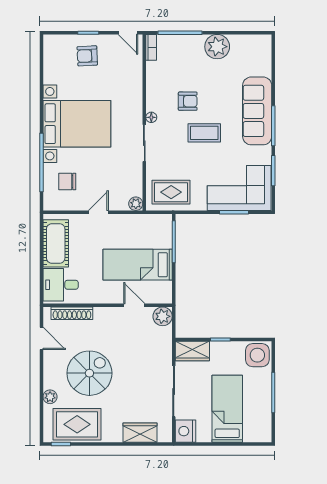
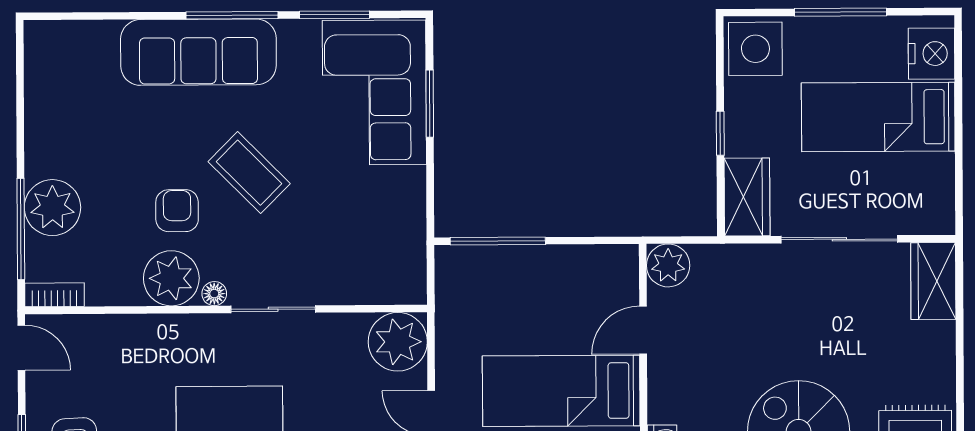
door: (128, 33) -> (21, 348), hinge flipped
plant: (217, 47) -> (52, 208), moved
plant: (158, 99) -> (171, 278), added
coffee table: (204, 133) -> (249, 173), turned -45
rug: (171, 192) -> (385, 248), removed
plant: (136, 204) -> (398, 342), width x1.88, depth x1.88
bed: (138, 265) -> (561, 391), moved, turned 90
nightstand: (185, 431) -> (931, 54), moved, turned -90
wardrobe: (140, 433) -> (933, 281), moved

